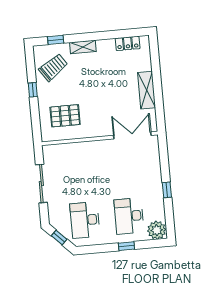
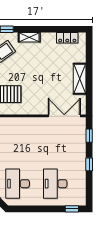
window: (164, 156) -> (89, 136), added
plant: (157, 230) -> (77, 198), removed
window: (126, 246) -> (72, 209), moved

